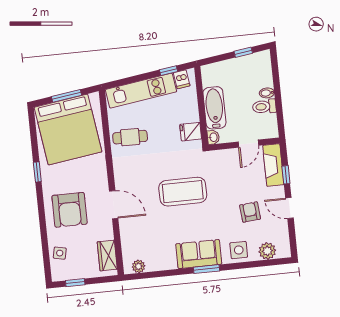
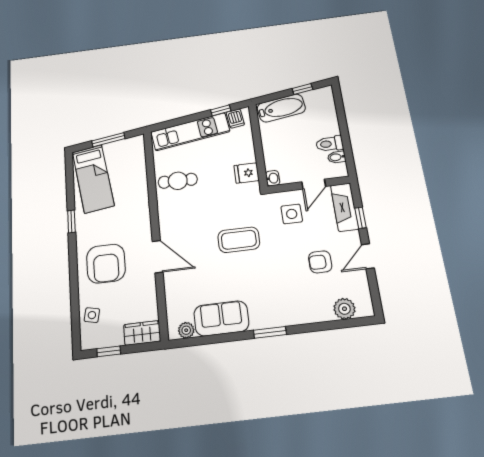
bidet: (267, 93) -> (337, 157), moved
bathtub: (214, 108) -> (281, 108), moved, turned 82
bed: (68, 130) -> (93, 179), width x0.49
coffee table: (183, 192) -> (239, 240), width x0.73, depth x0.76
door: (289, 208) -> (368, 256), hinge flipped
armchair: (250, 212) -> (320, 262), turned -85
side table: (239, 250) -> (292, 214), moved
sofa: (199, 254) -> (221, 318), moved
wardrobe: (107, 256) -> (142, 333), moved, turned 90

